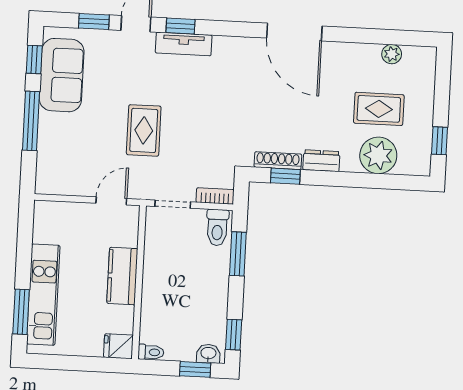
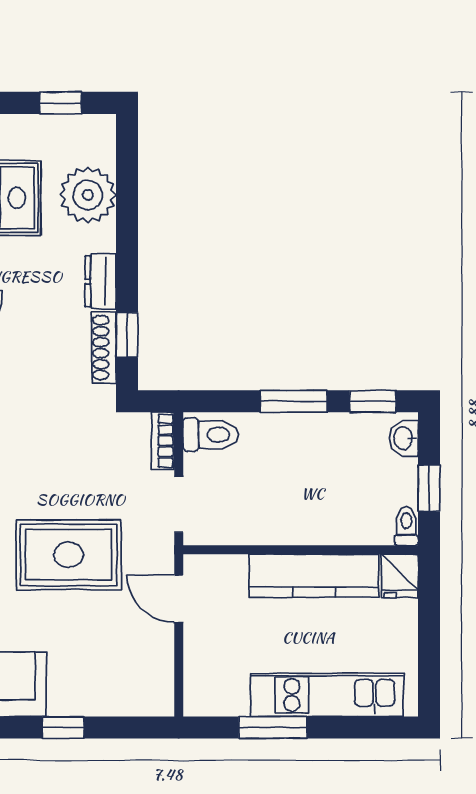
window: (31, 121) -> (63, 727), width x0.46
rug: (144, 130) -> (69, 555), width x1.36, depth x1.43
window: (238, 254) -> (293, 401), moved
kitchen counter: (122, 276) -> (314, 576), width x1.50
window: (21, 312) -> (273, 727), moved
window: (195, 369) -> (429, 488), moved

